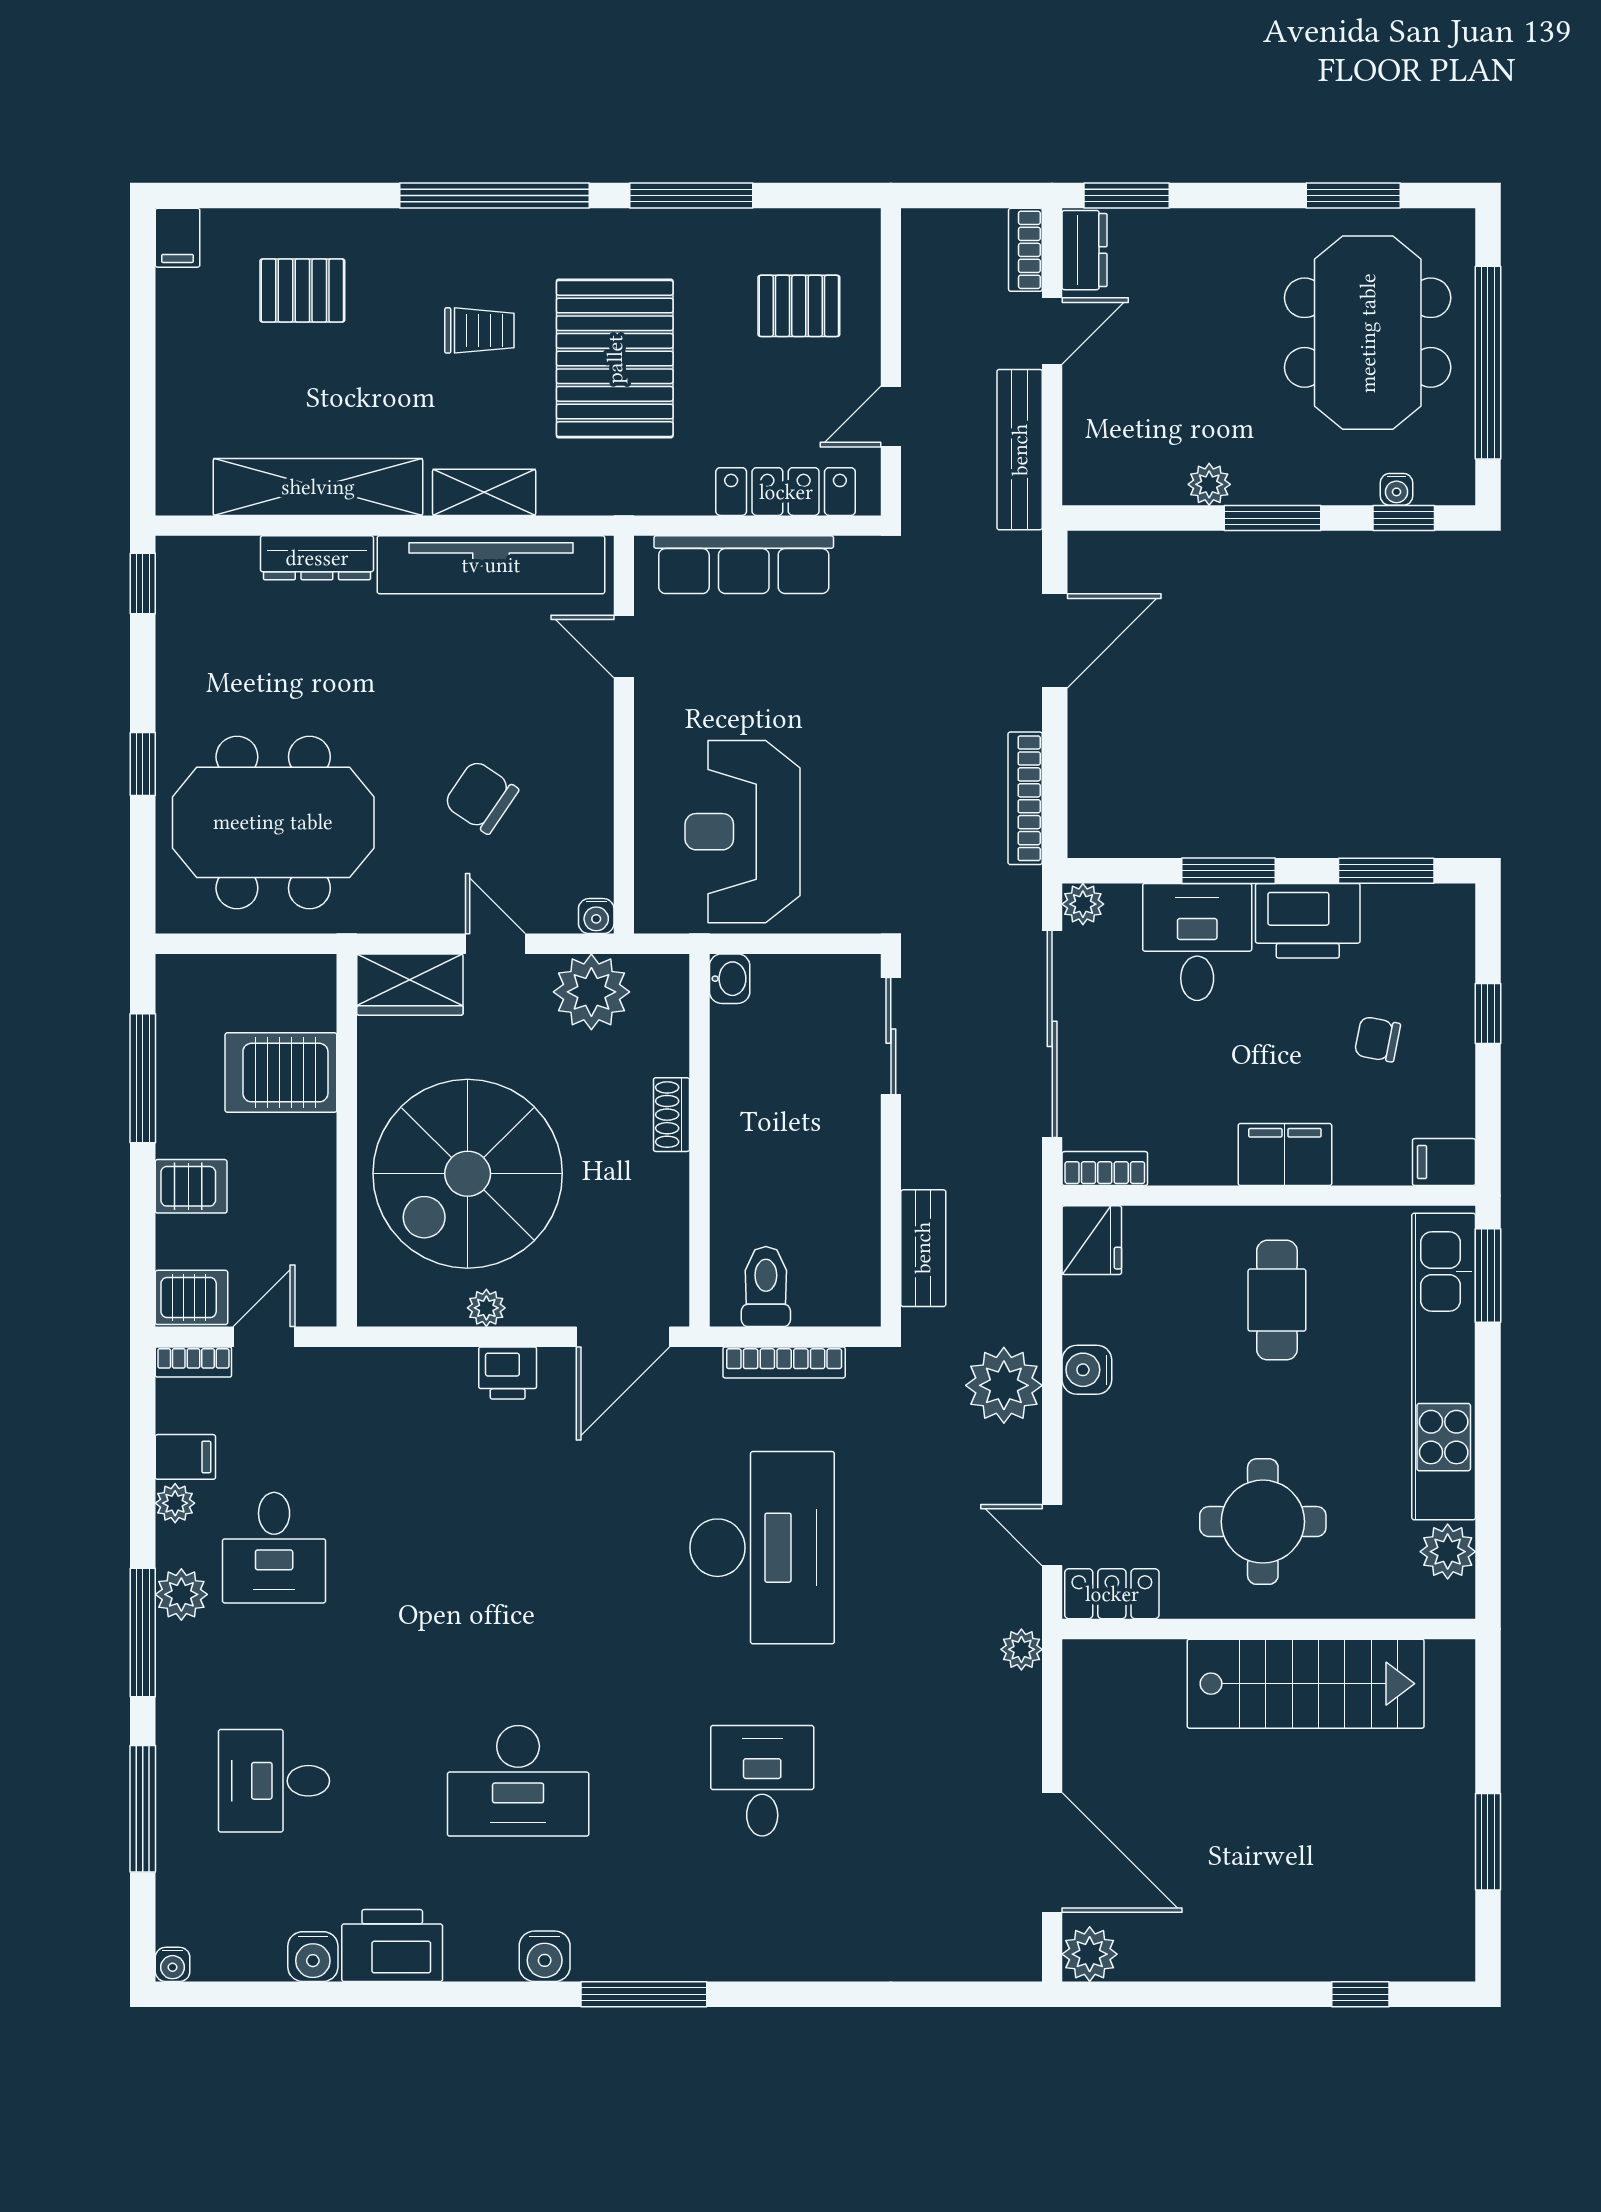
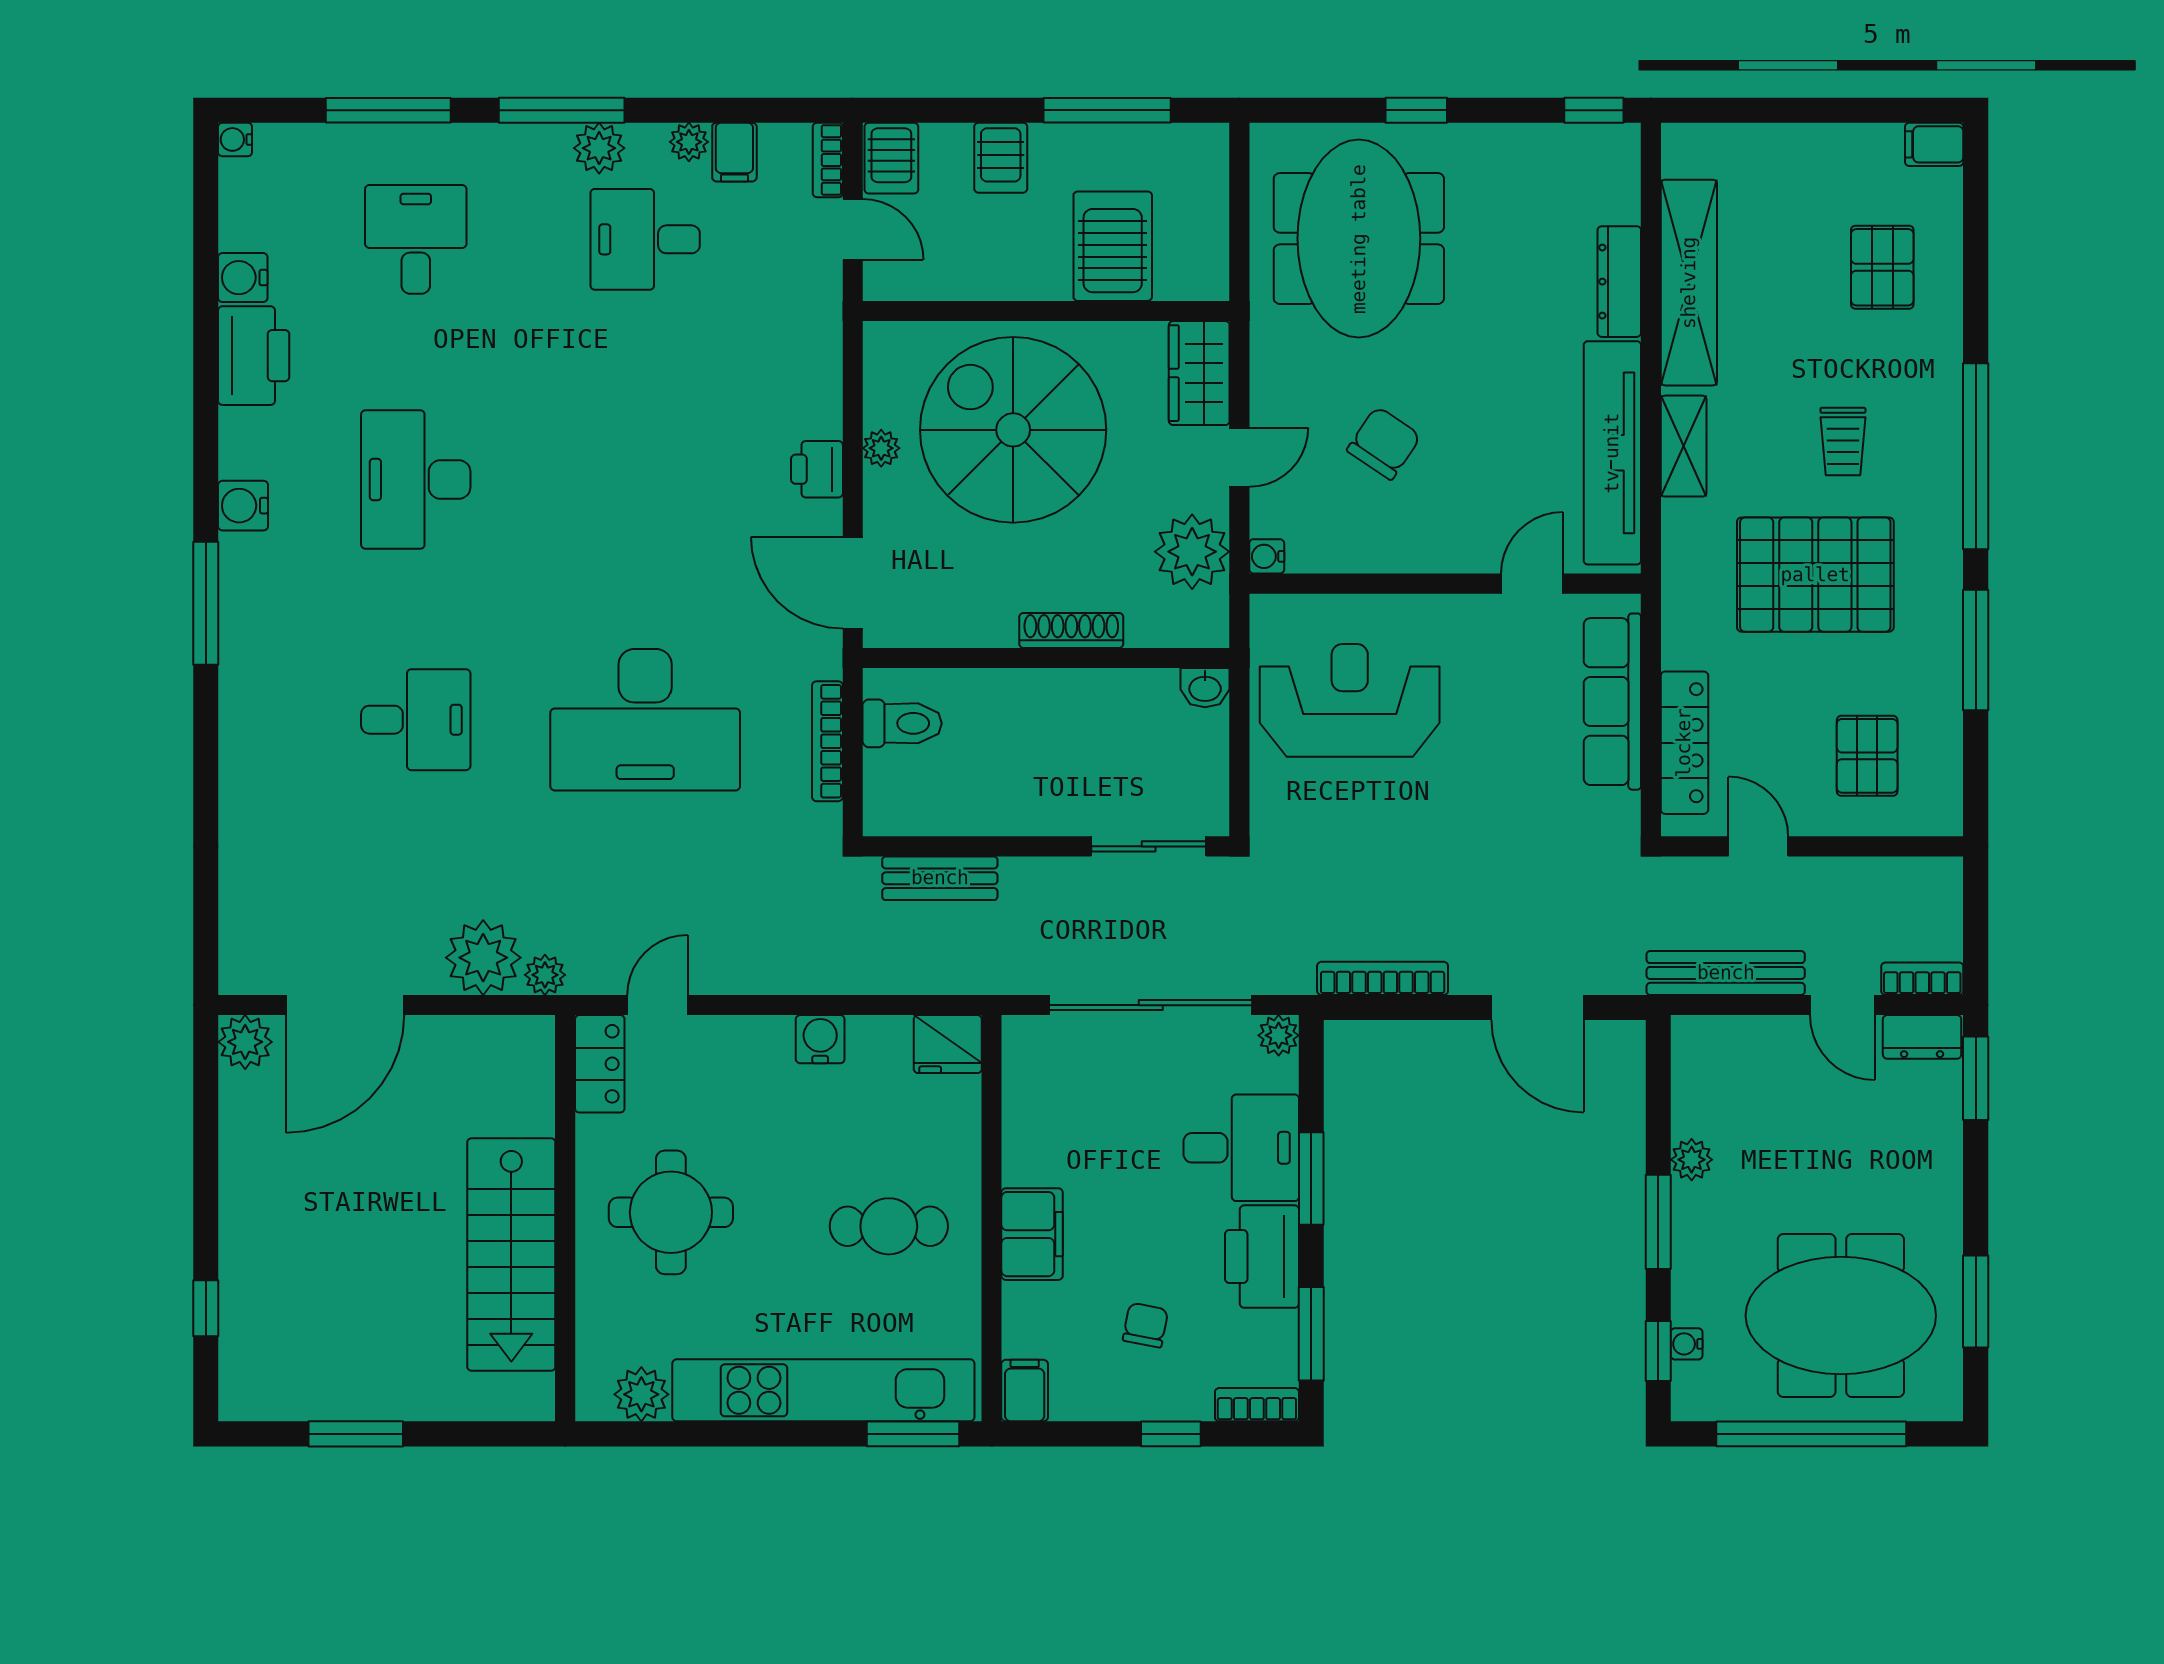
shoe rack: (671, 1115) -> (1071, 630), width x1.43
bookcase: (1105, 1169) -> (1257, 1405), moved, turned -90
plant: (1004, 1385) -> (483, 958), moved

